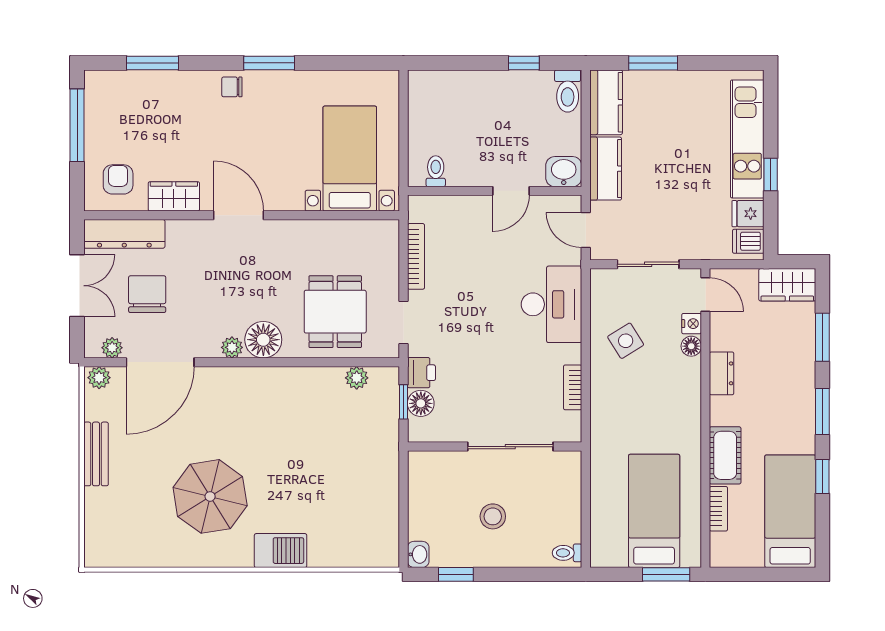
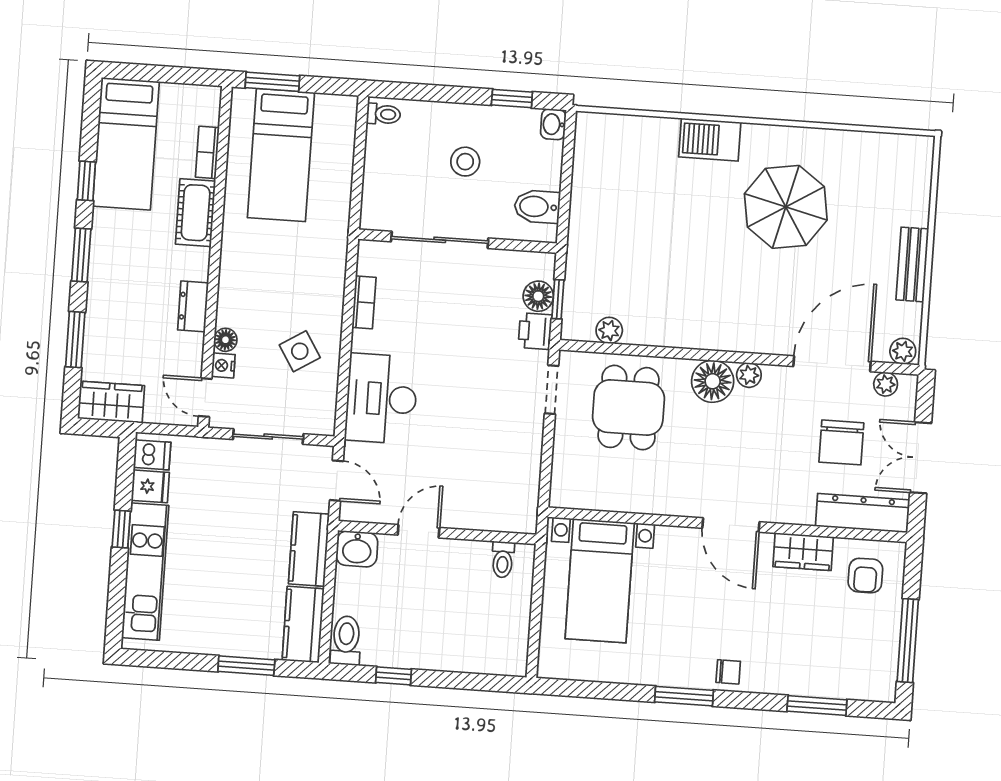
bookcase: (416, 256) -> (532, 464), removed
bidet: (427, 482) -> (537, 207), added

